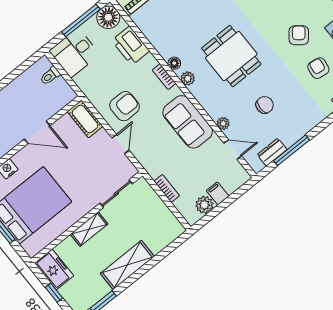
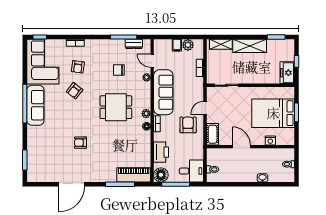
dining table: (231, 56) -> (116, 107), turned 90
armchair: (125, 106) -> (188, 125), turned 90
sofa: (188, 122) -> (163, 92), width x1.36
shelving: (89, 229) -> (221, 44), moved

